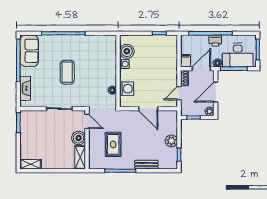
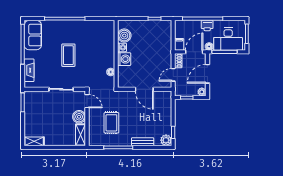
washing machine: (127, 89) -> (124, 59), moved
plant: (171, 141) -> (166, 140), moved

